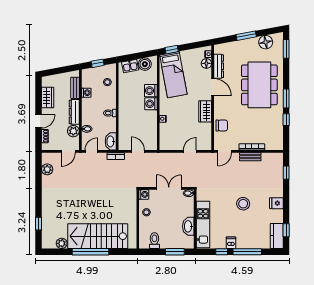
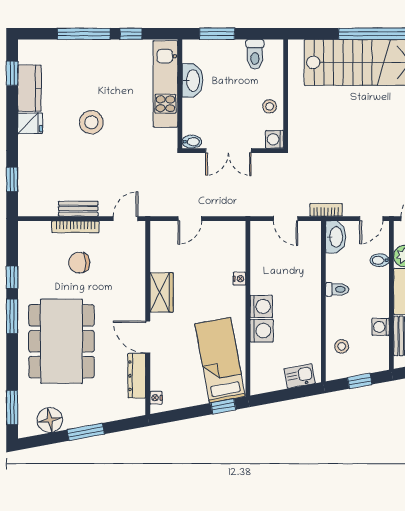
floor lamp: (206, 63) -> (159, 381), removed
boiler: (145, 64) -> (273, 379), removed
chair: (222, 125) -> (79, 263), moved
kitchen counter: (277, 236) -> (29, 88), moved
dishwasher: (231, 243) -> (114, 50), removed

